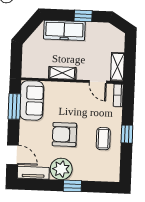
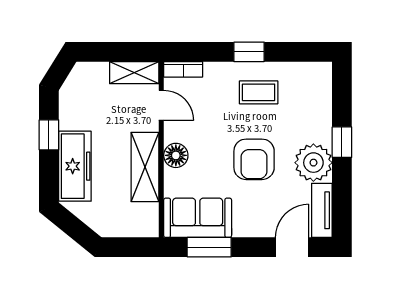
shelving: (62, 73) -> (145, 167), width x1.50, depth x1.33
door: (98, 82) -> (161, 105), hinge flipped
floor lamp: (68, 89) -> (176, 155), added

